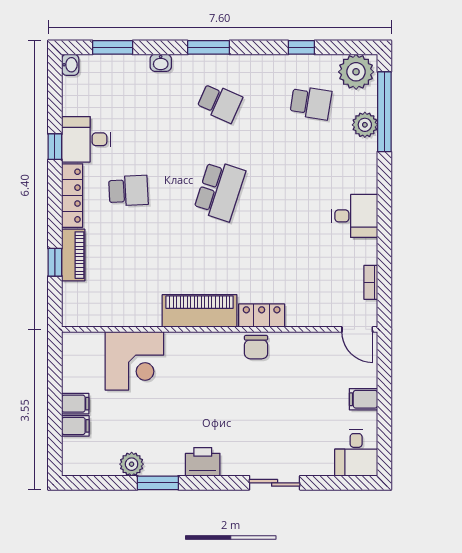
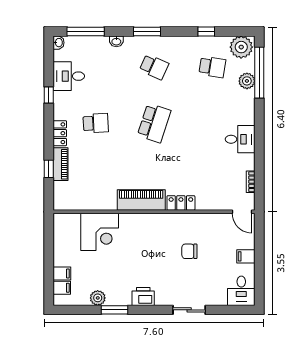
window: (113, 47) -> (86, 31), width x1.44
desk: (86, 139) -> (69, 76), moved
locker: (72, 196) -> (60, 133), width x0.66
chair: (256, 347) -> (189, 251), moved, turned 90
filing cabinet: (75, 404) -> (62, 288), moved

